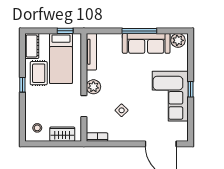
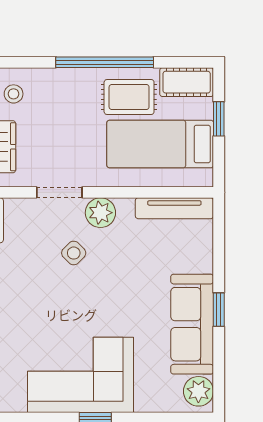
window: (65, 31) -> (219, 119), moved
window: (139, 31) -> (219, 310), width x0.46
window: (22, 85) -> (105, 62), width x3.17
side table: (122, 110) -> (74, 253), moved

